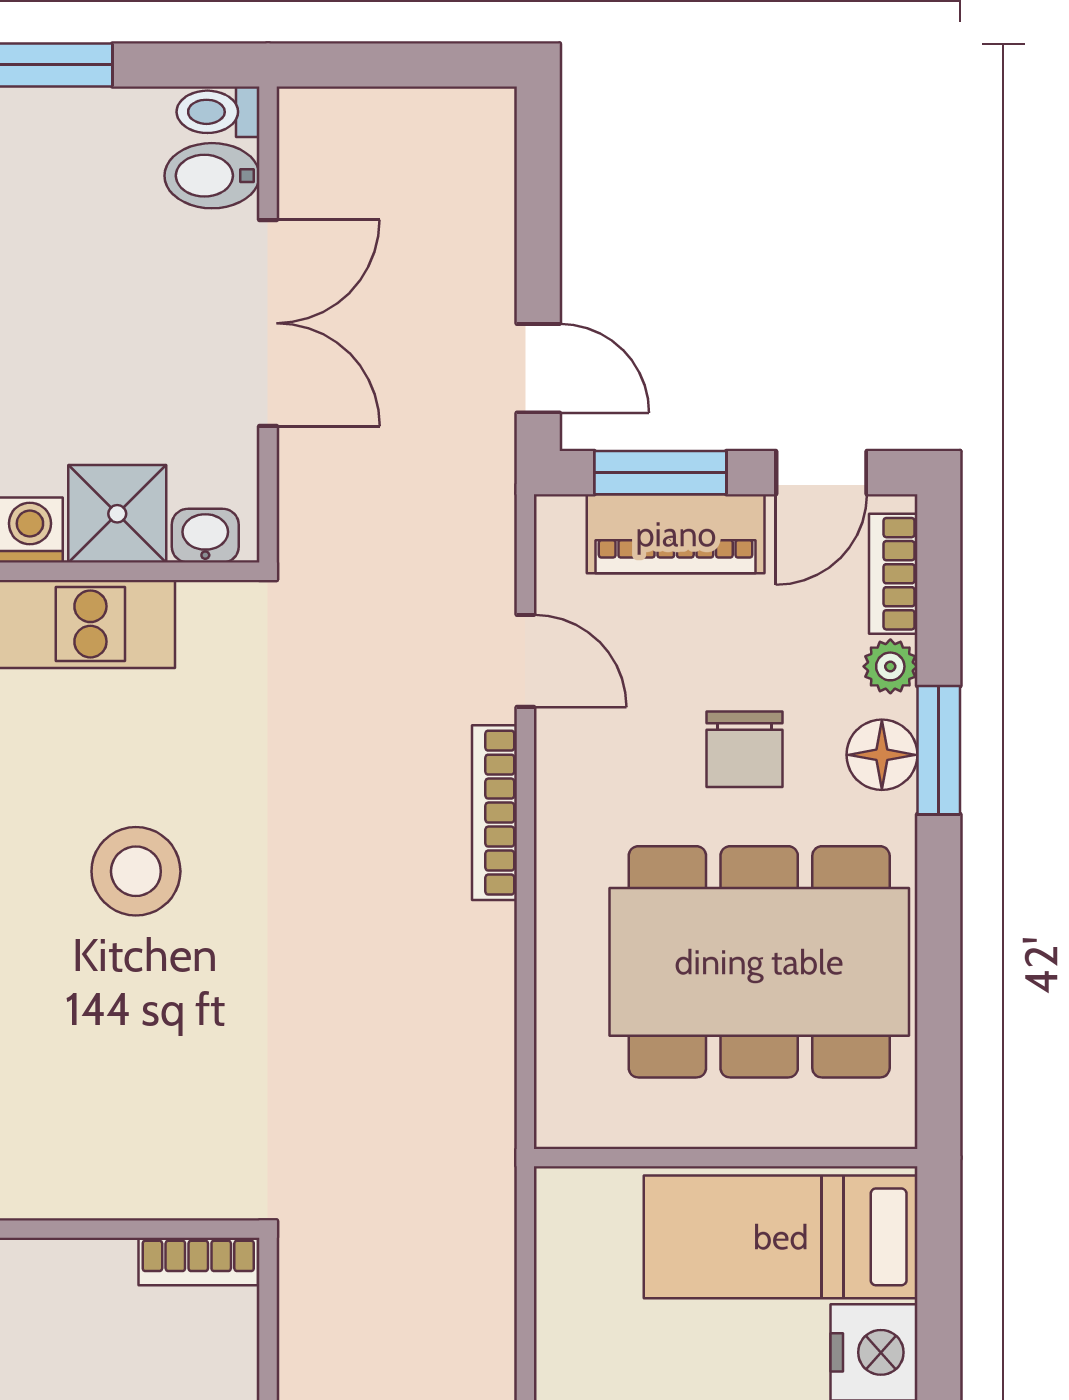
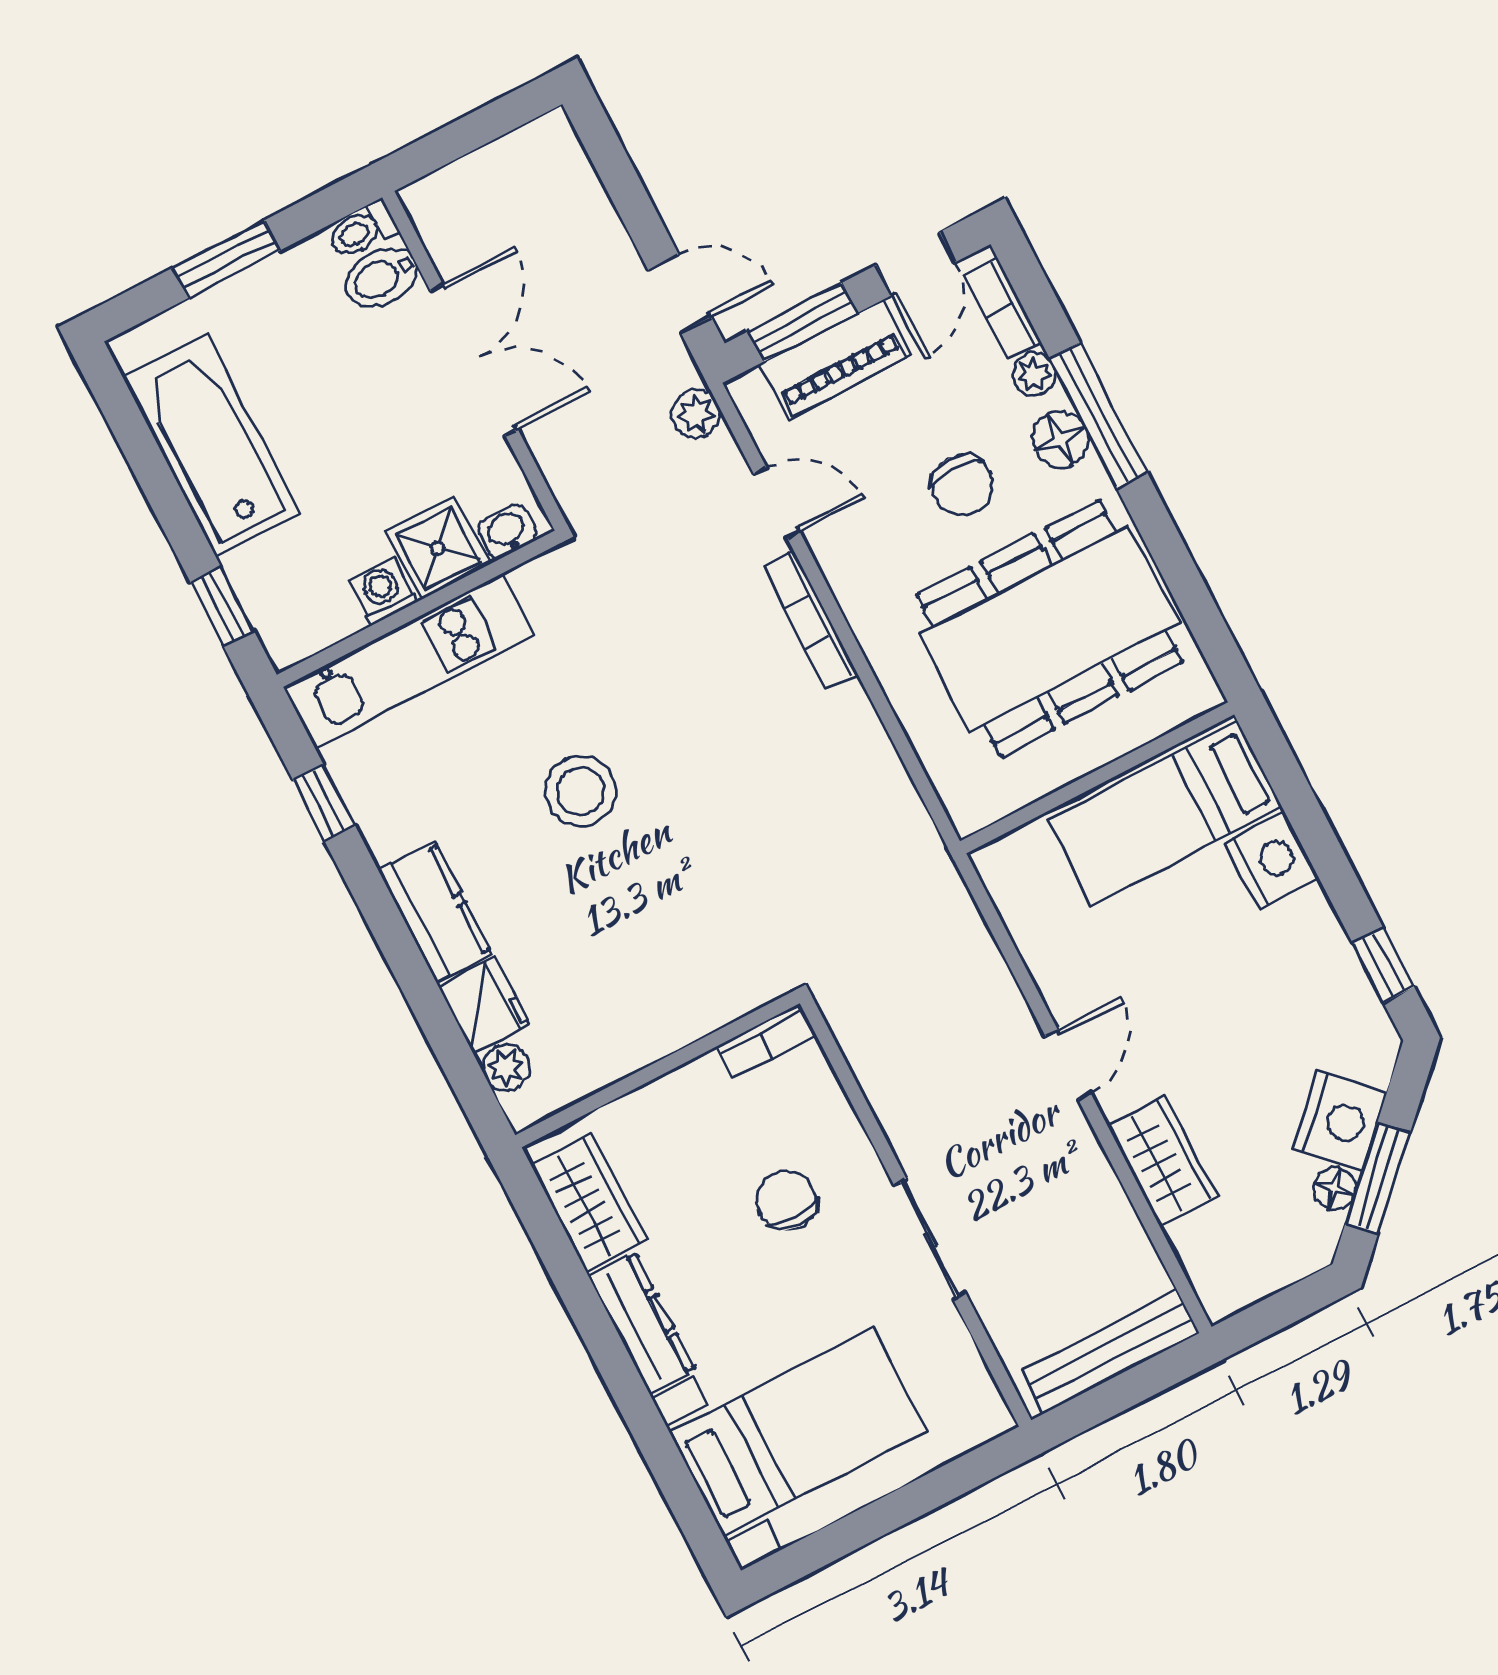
plant: (486, 513) -> (696, 414), added
window: (939, 750) -> (1098, 415), width x1.44

